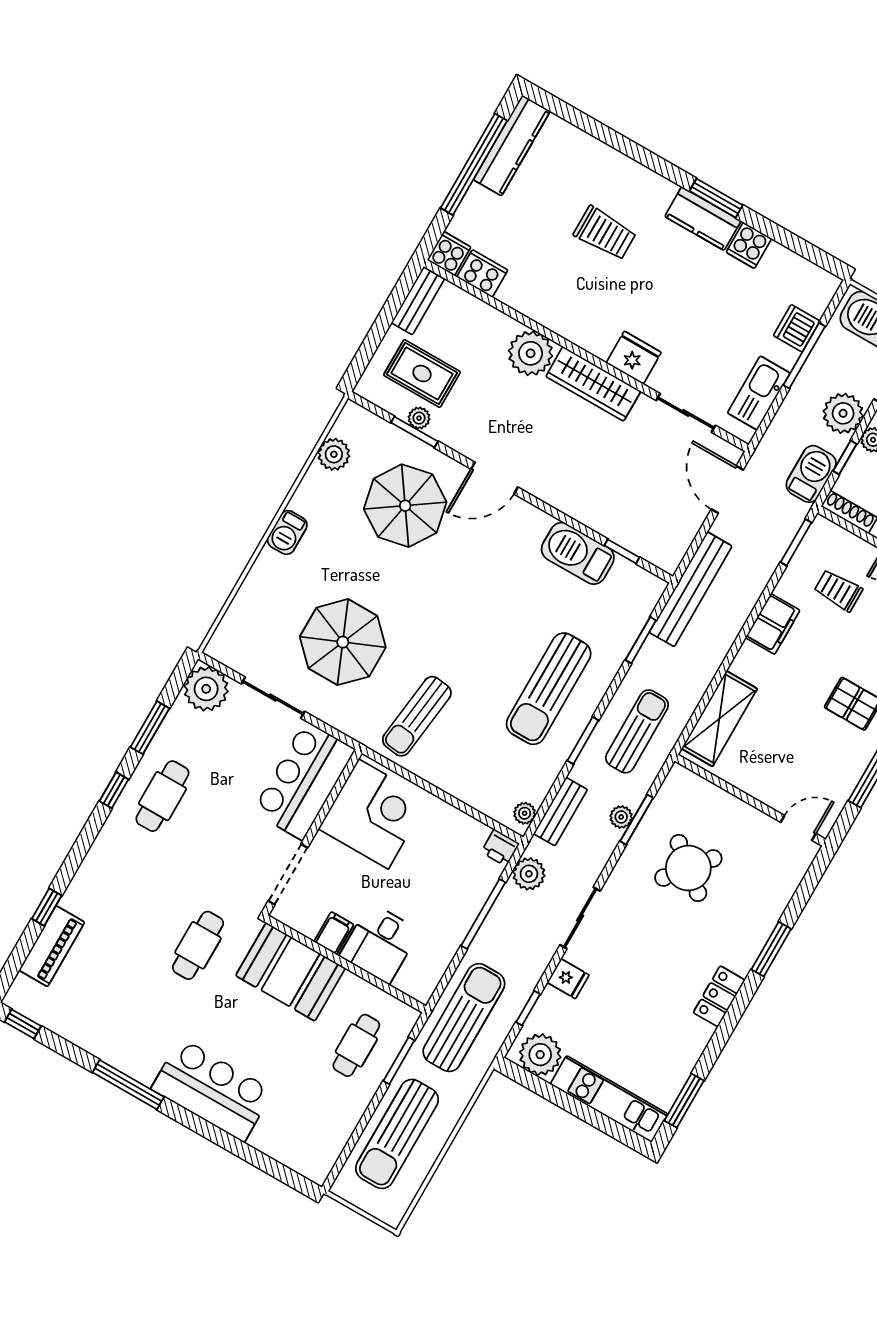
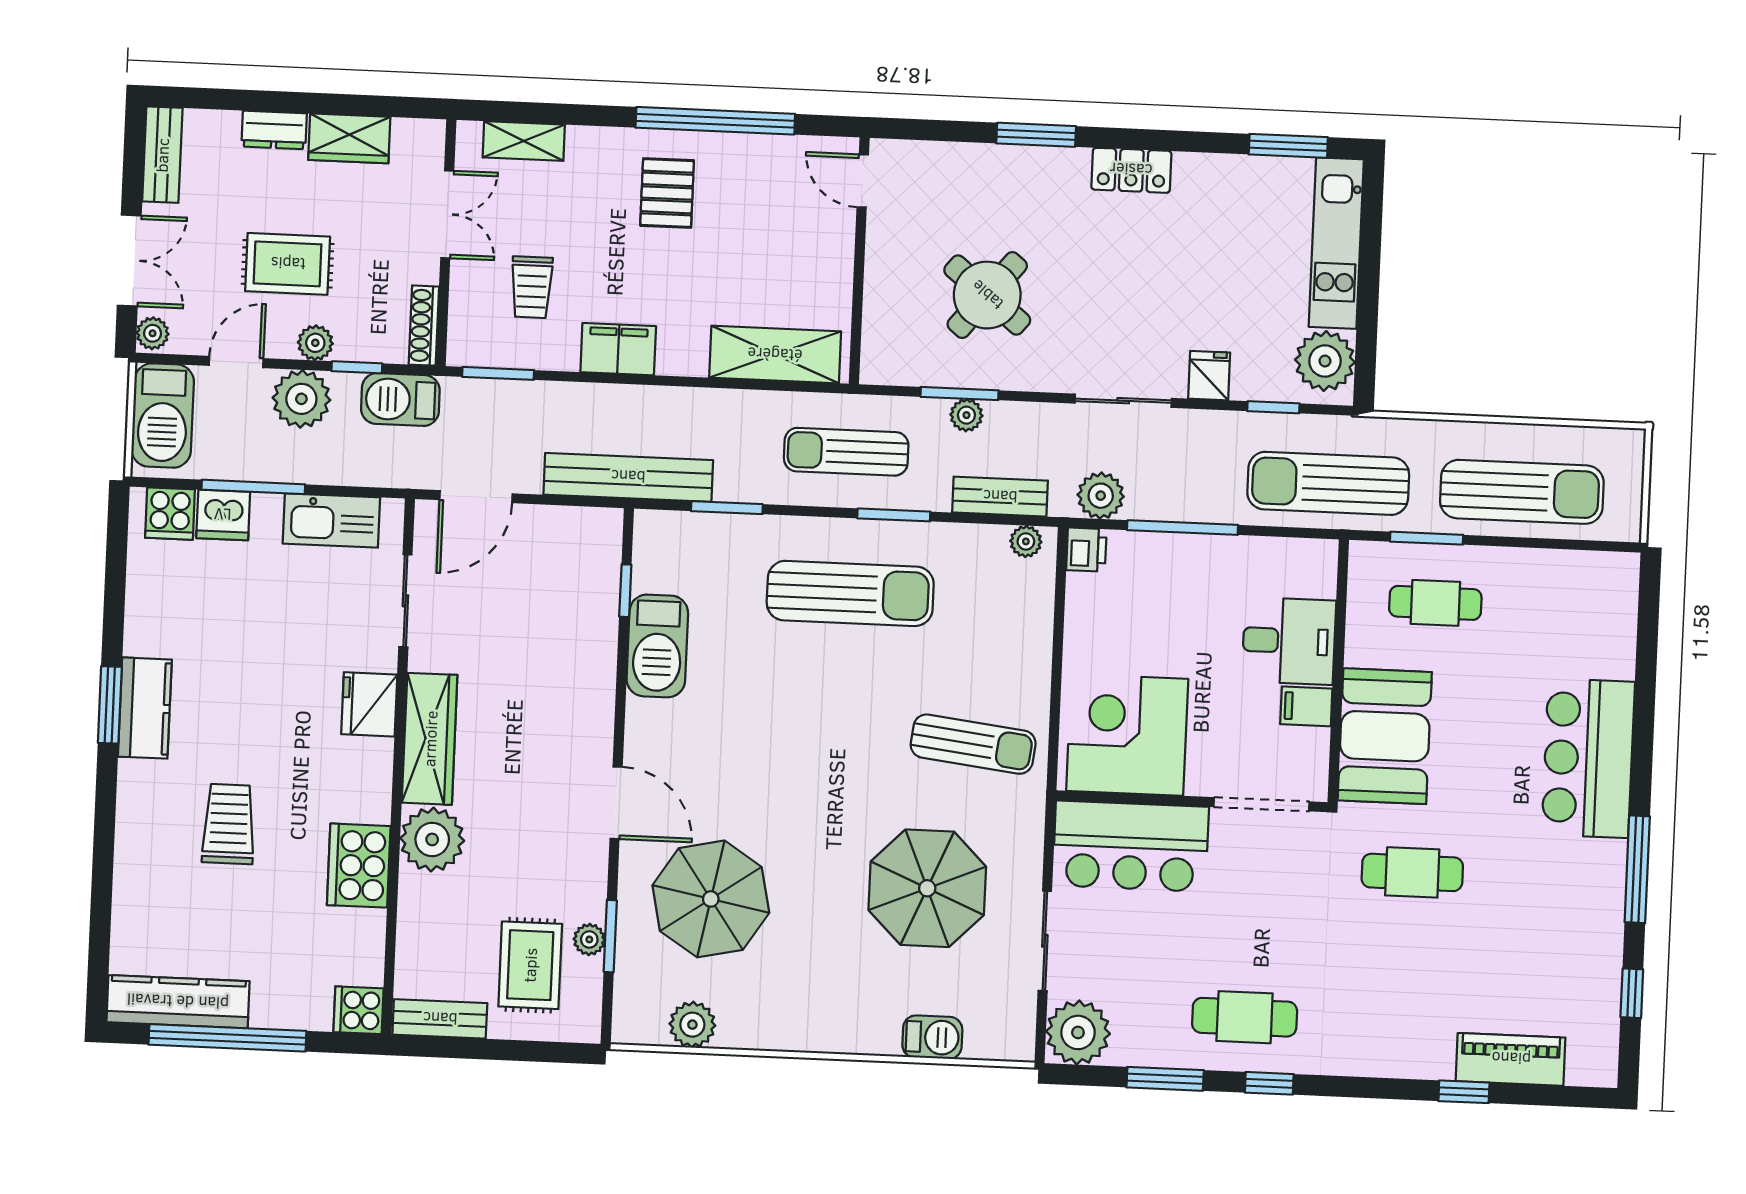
cooker: (749, 245) -> (170, 514), moved, turned 90
cooker: (482, 274) -> (359, 866), moved, width x1.37, depth x1.31
barbecue: (287, 532) -> (932, 1037), moved
window: (23, 1024) -> (1632, 993), moved

